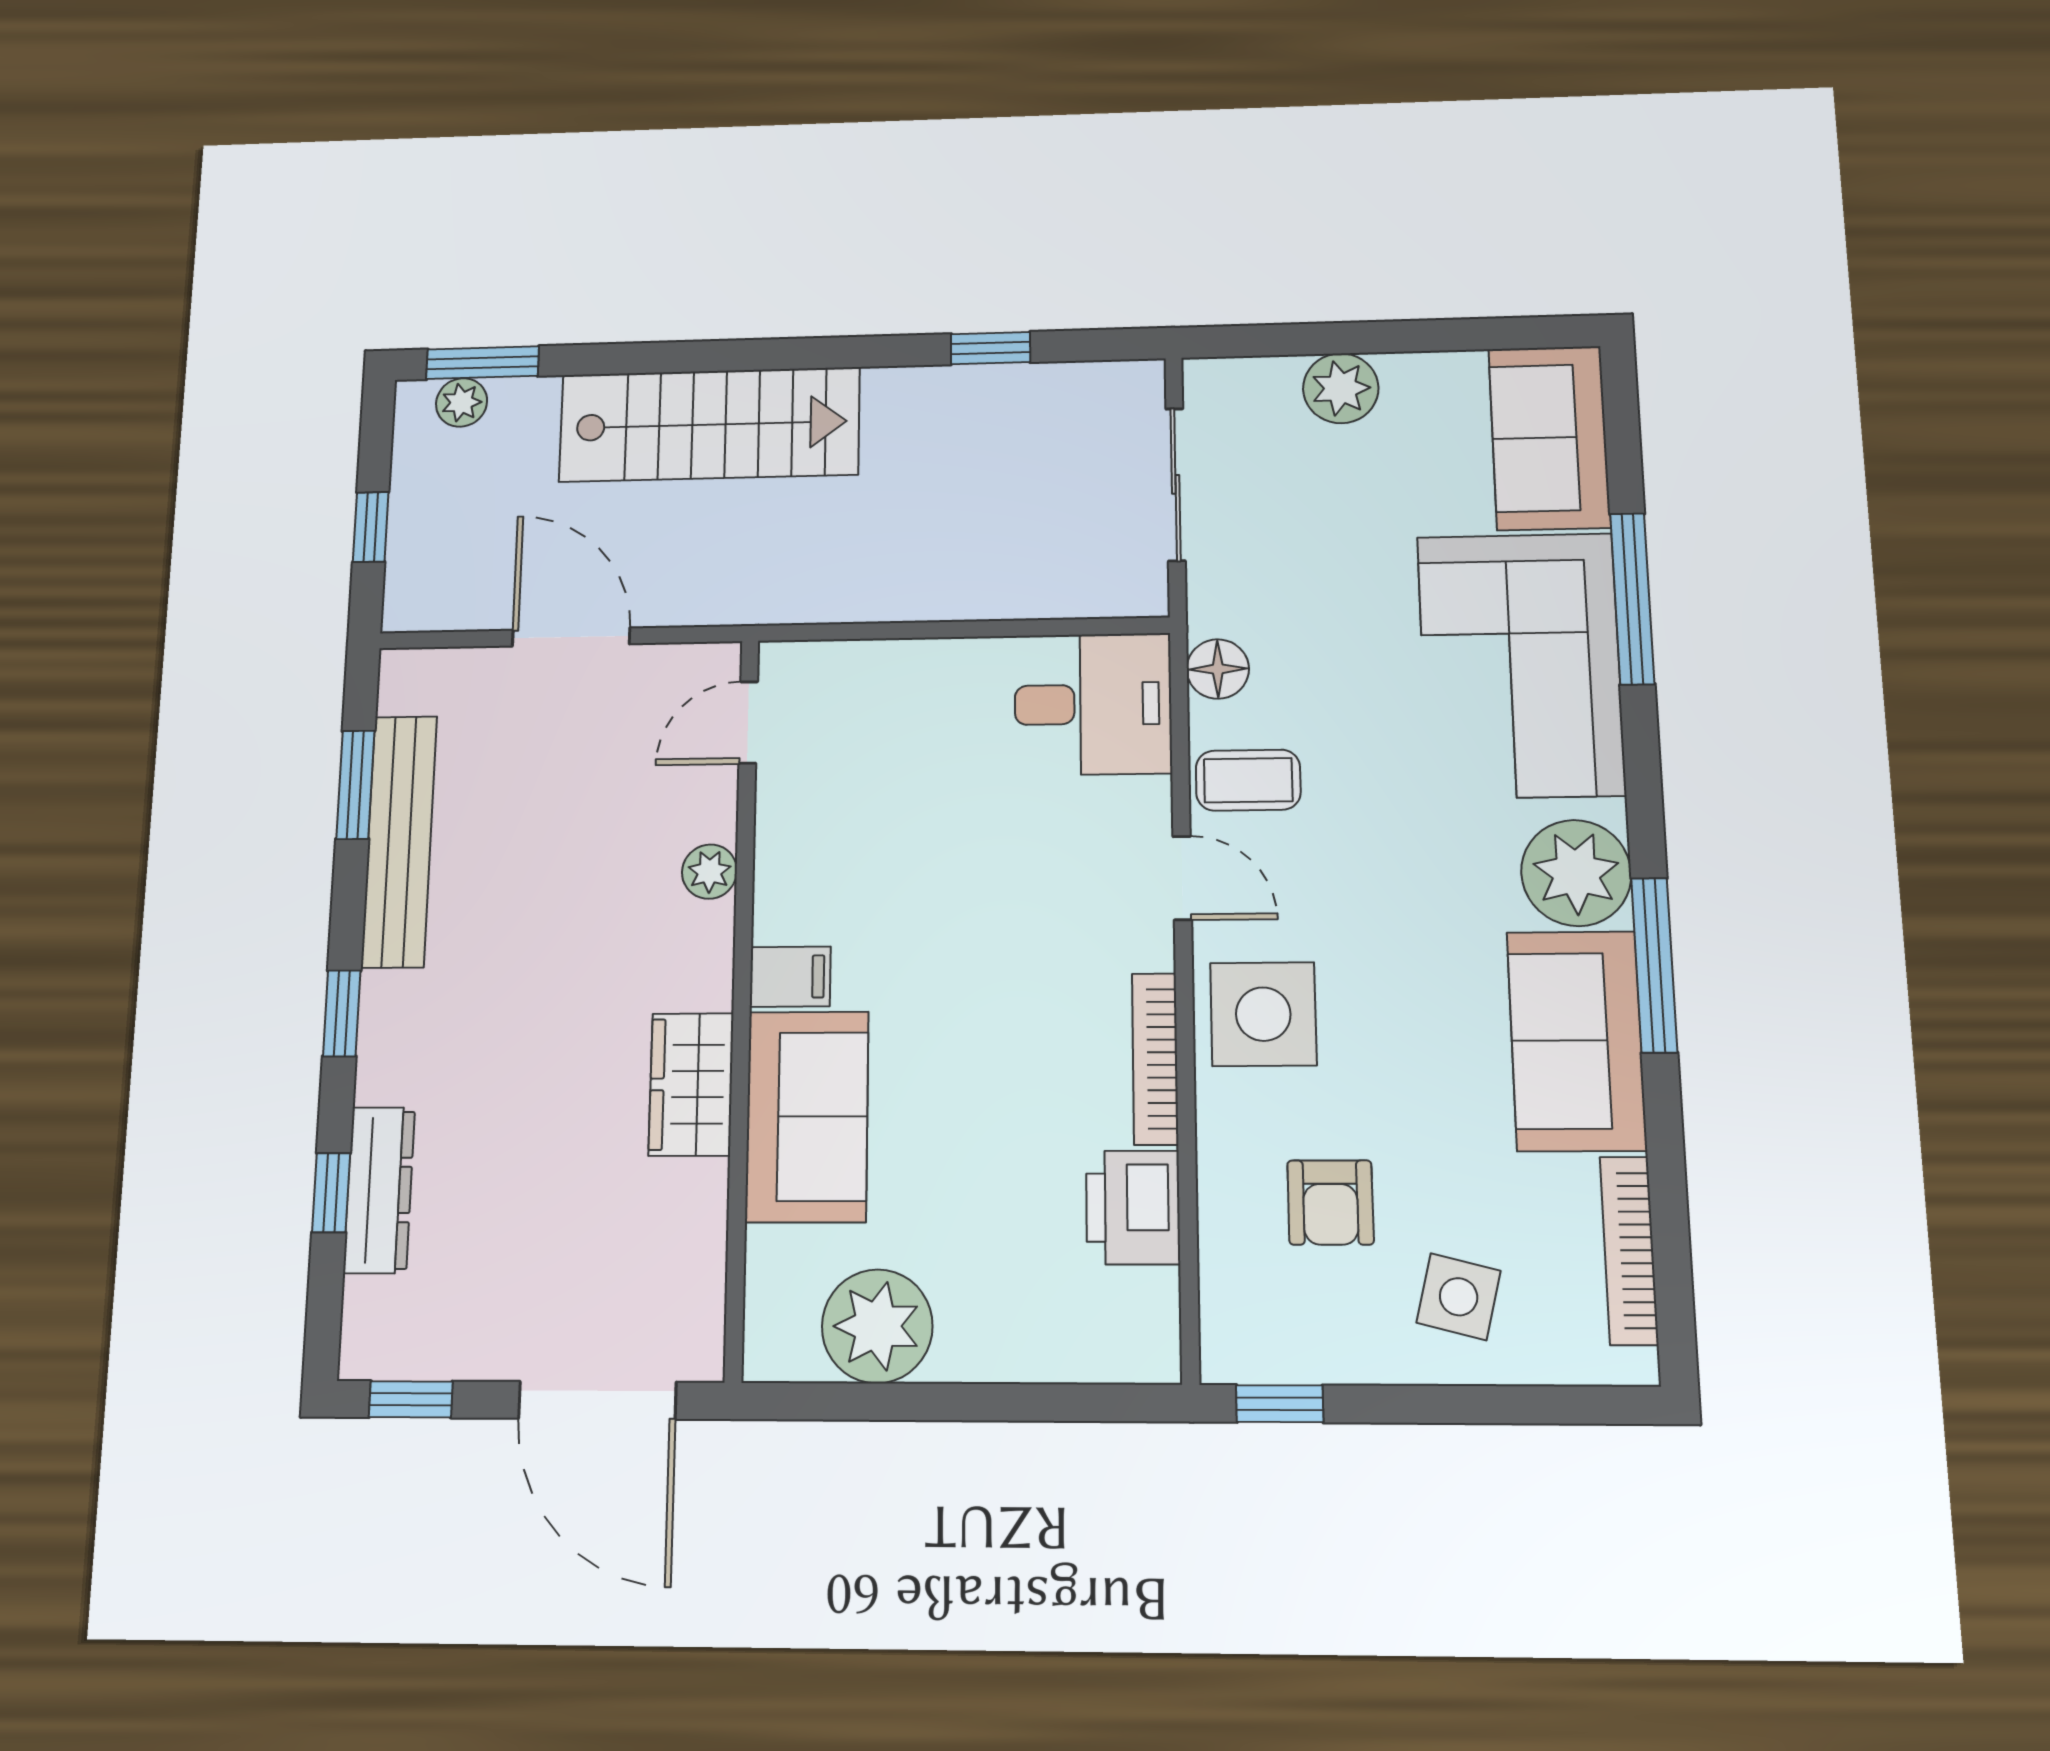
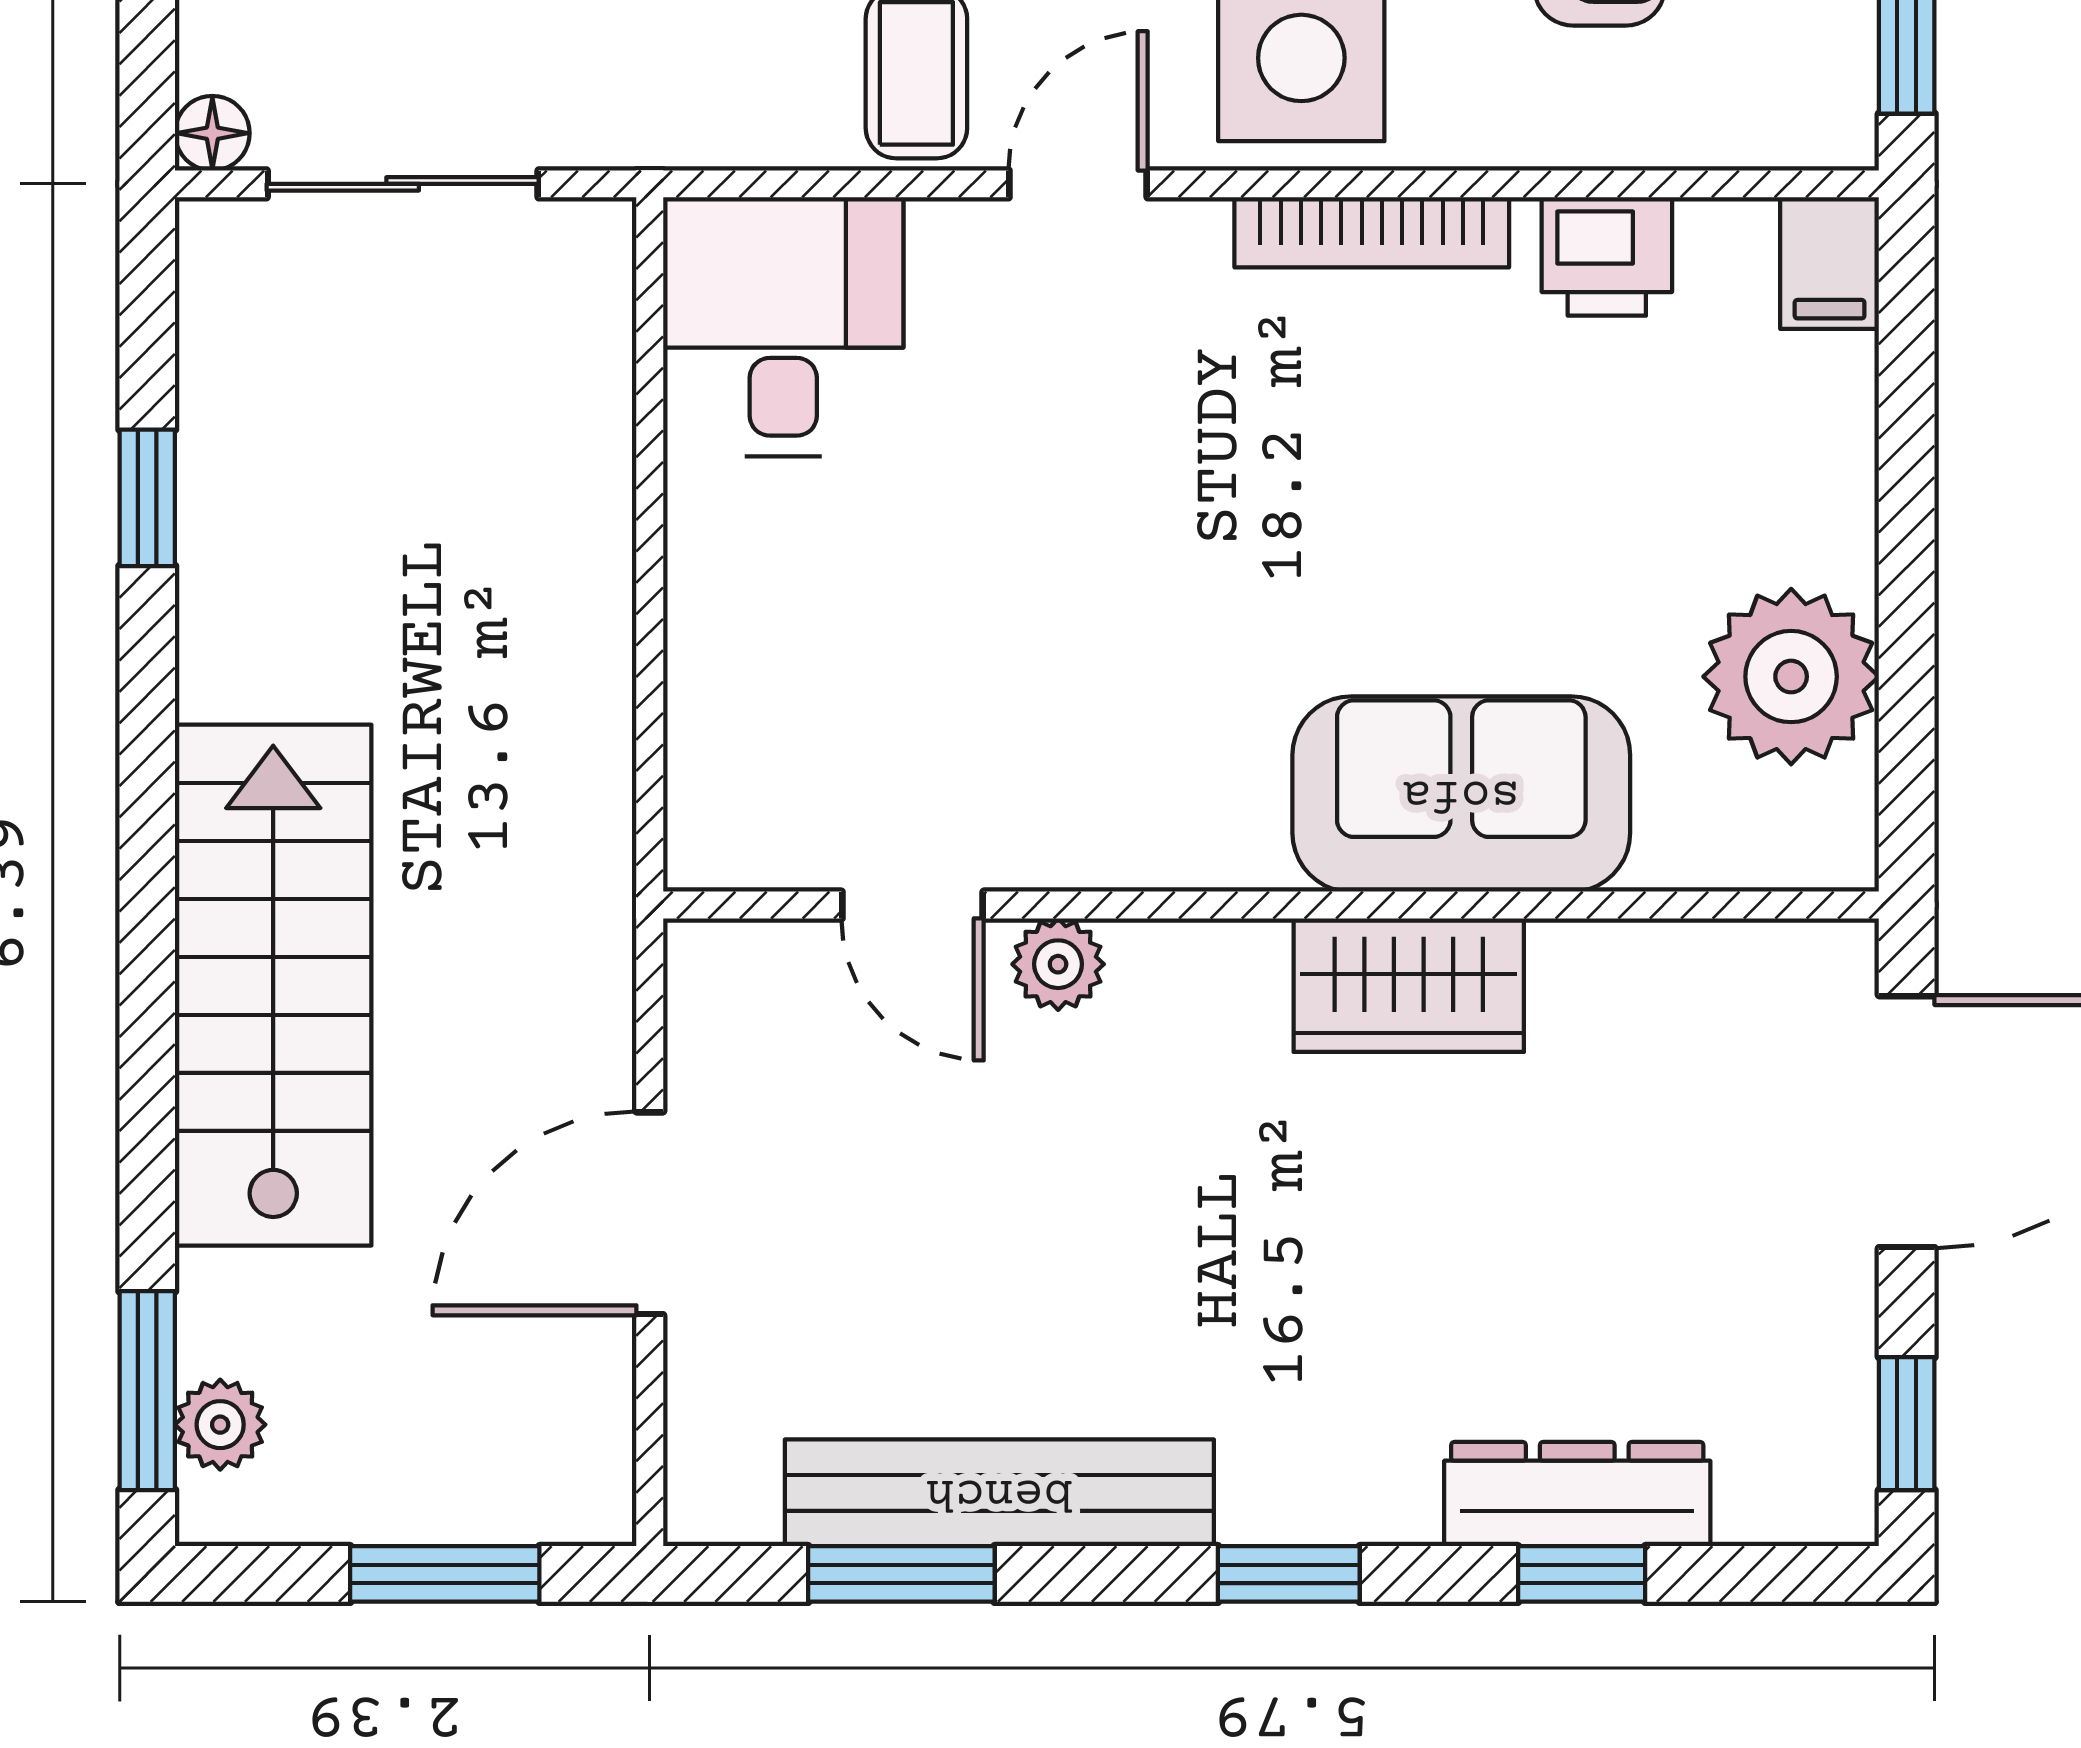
window: (371, 527) -> (445, 1574), width x1.50
floor lamp: (1218, 669) -> (212, 133), moved, width x0.73, depth x0.73
door: (748, 722) -> (913, 905), moved
filing cabinet: (790, 977) -> (1830, 263), moved, turned 180
printer: (1133, 1207) -> (1607, 256), width x0.73, depth x0.81

